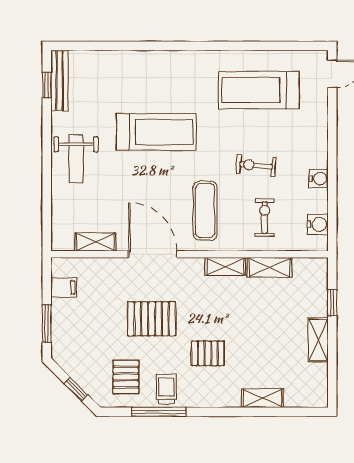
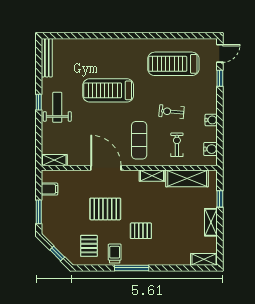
window: (47, 85) -> (39, 102), moved
window: (332, 113) -> (220, 78), added
treadmill: (156, 132) -> (108, 90), turned 180
weight bench: (76, 159) -> (57, 107), turned 180
shelving: (95, 242) -> (54, 160), moved
shelving: (269, 267) -> (187, 178), width x1.50, depth x1.33
shelving: (262, 398) -> (204, 259), moved
window: (159, 412) -> (132, 268), moved

